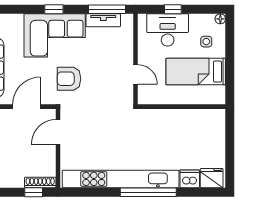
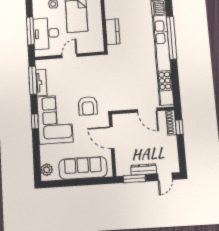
window: (173, 9) -> (30, 31), width x2.17
door: (135, 74) -> (70, 56), moved
kitchen counter: (162, 117) -> (113, 32), added
door: (58, 132) -> (147, 110), moved

